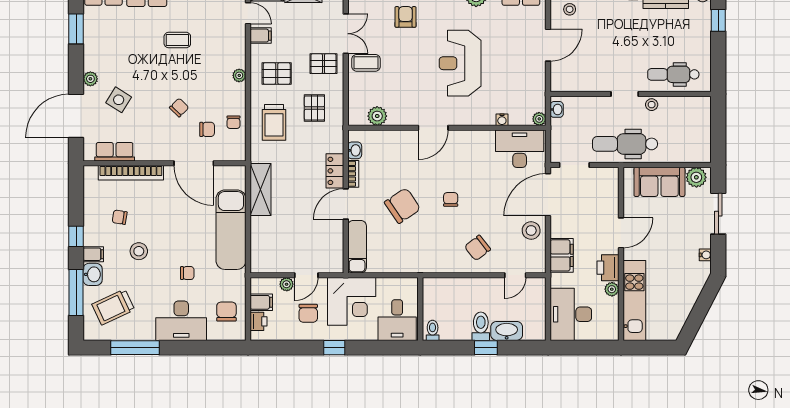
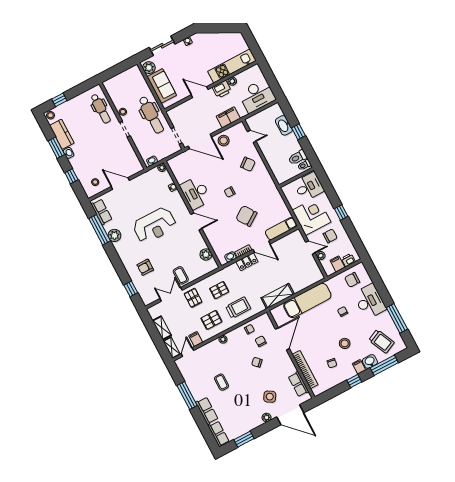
pallet: (277, 73) -> (211, 320), turned 90
desk: (520, 149) -> (196, 193), moved
toilet: (481, 326) -> (298, 157), moved

